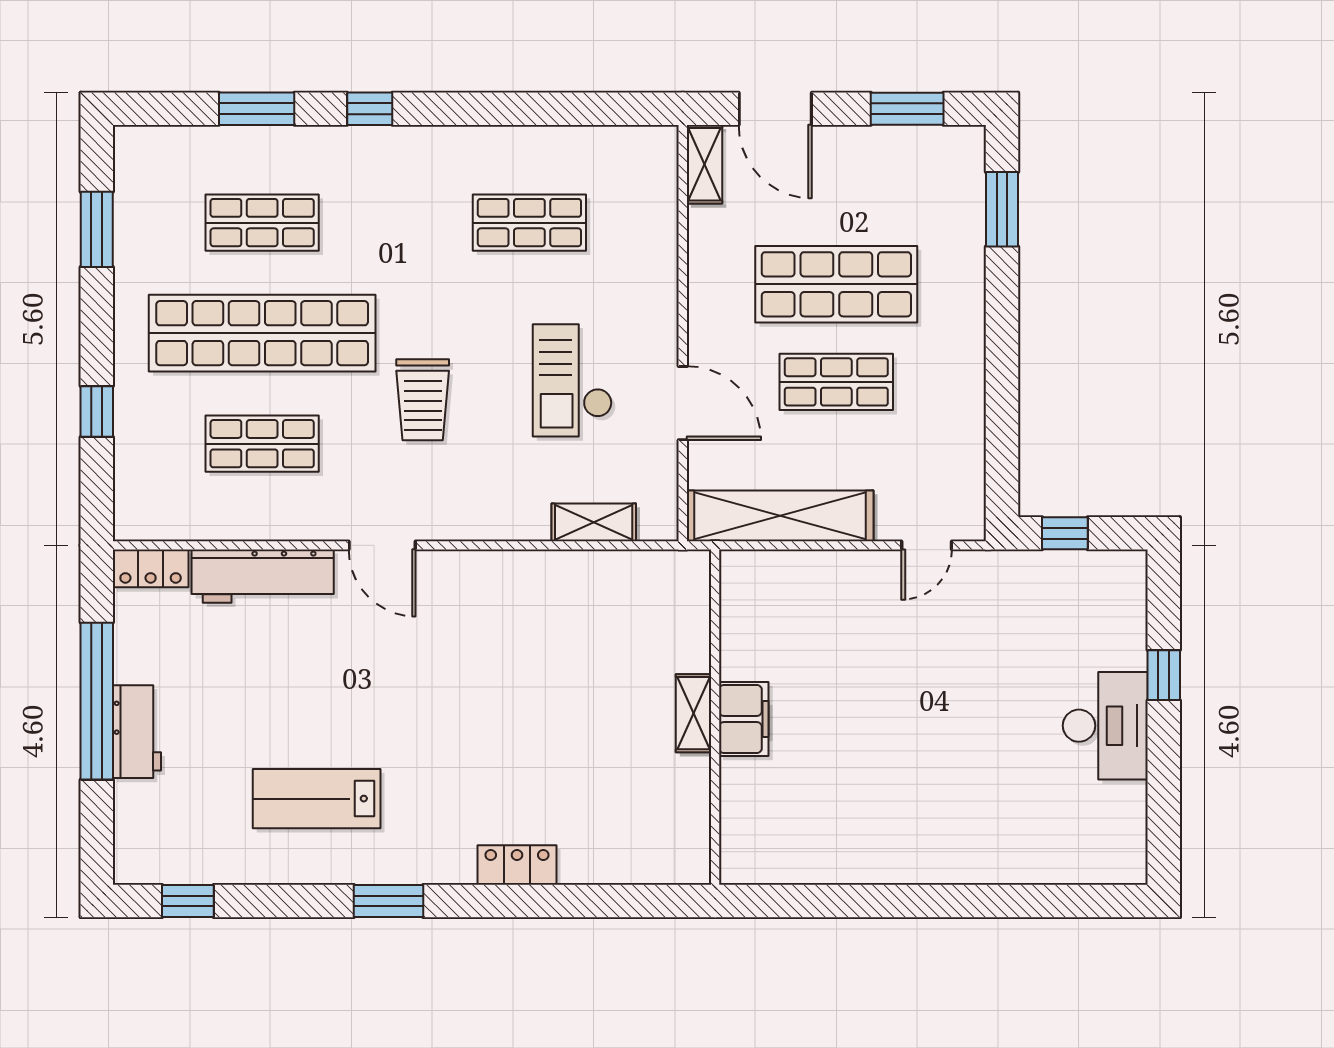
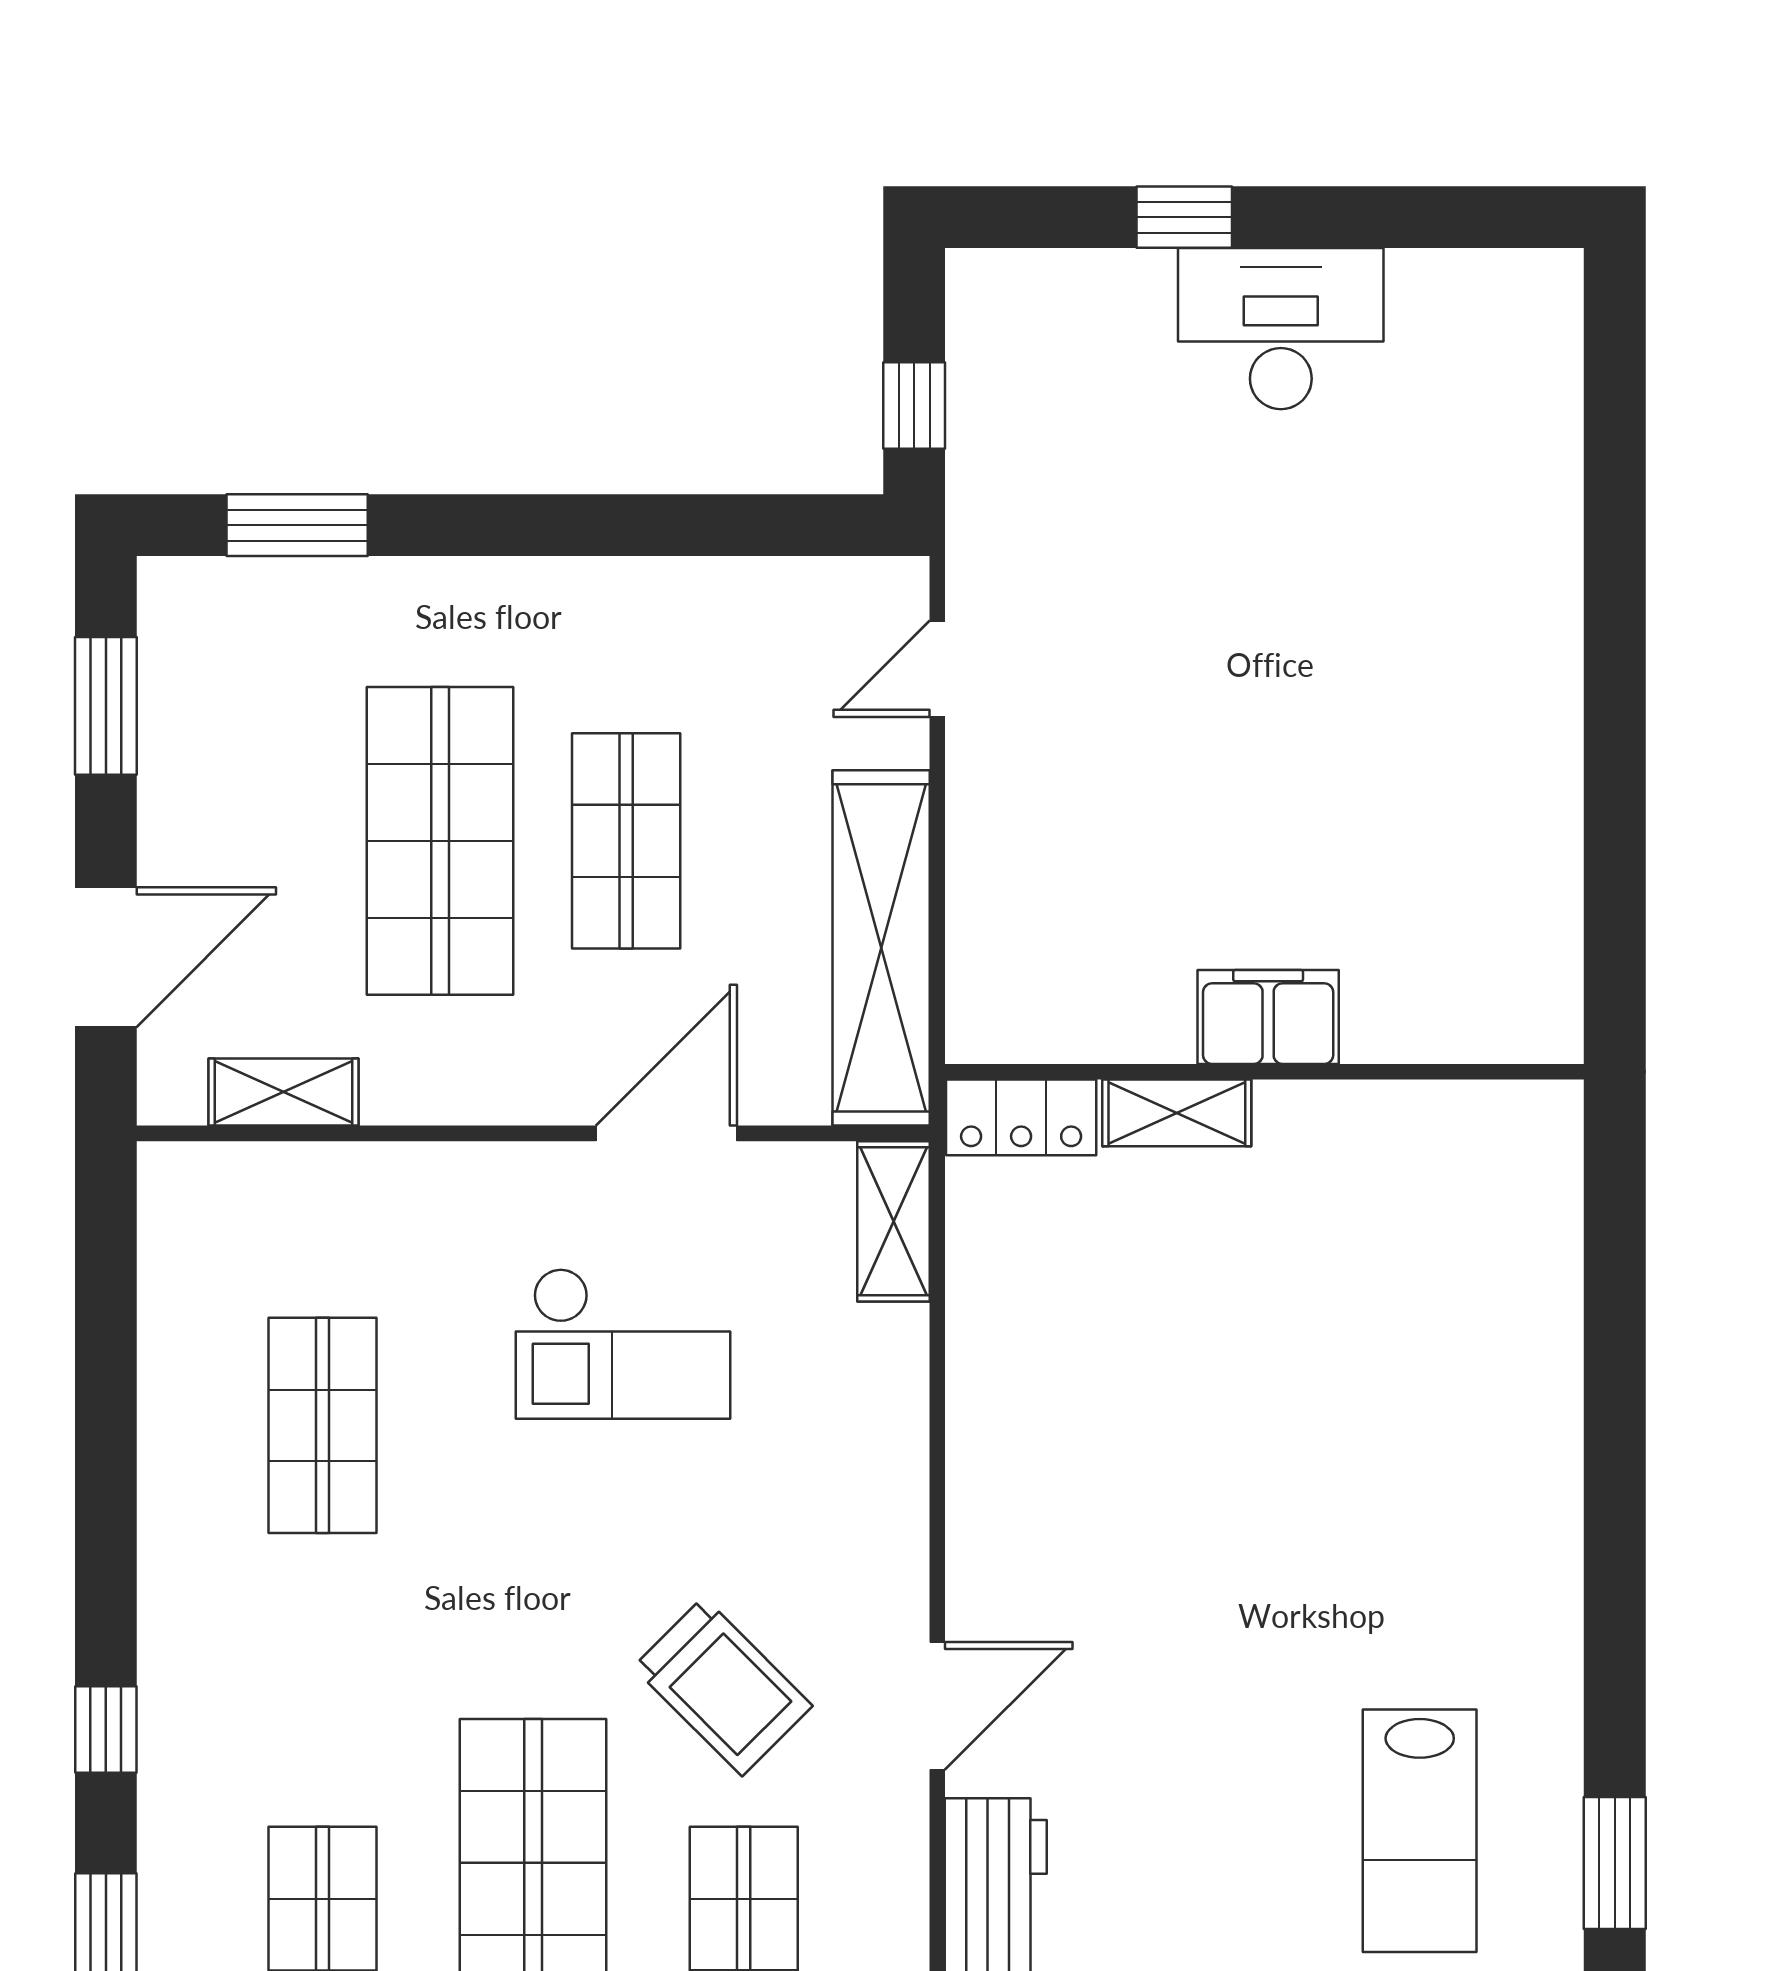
shelving: (704, 164) -> (283, 1092), moved
trolley: (423, 400) -> (723, 1687), moved, turned 45
shelving: (594, 522) -> (893, 1221), moved
door: (927, 545) -> (937, 669), swing flipped
shelving: (693, 713) -> (1177, 1113), moved
locker: (517, 865) -> (1021, 1117), moved, turned -90
window: (388, 901) -> (1615, 1863), moved

